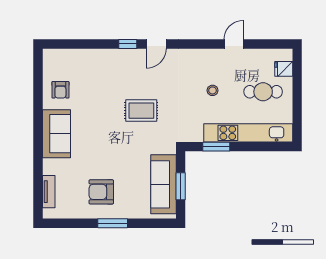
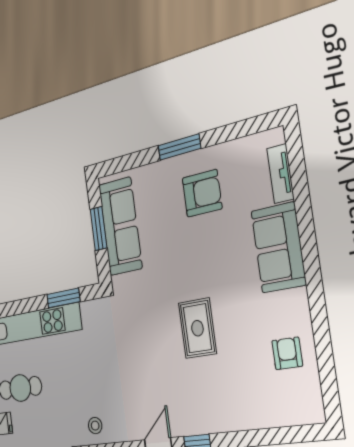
stool: (213, 90) -> (95, 426), moved
rug: (141, 111) -> (197, 328), moved, turned 90
sofa: (57, 134) -> (278, 248), moved

